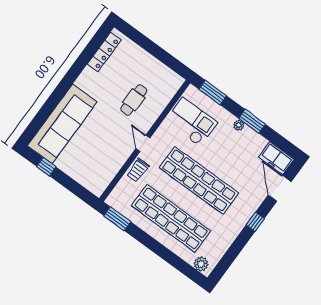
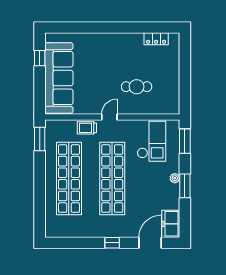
locker: (104, 52) -> (156, 39), width x0.66
sofa: (62, 124) -> (59, 78), moved, turned -90
plant: (201, 264) -> (51, 226), removed

